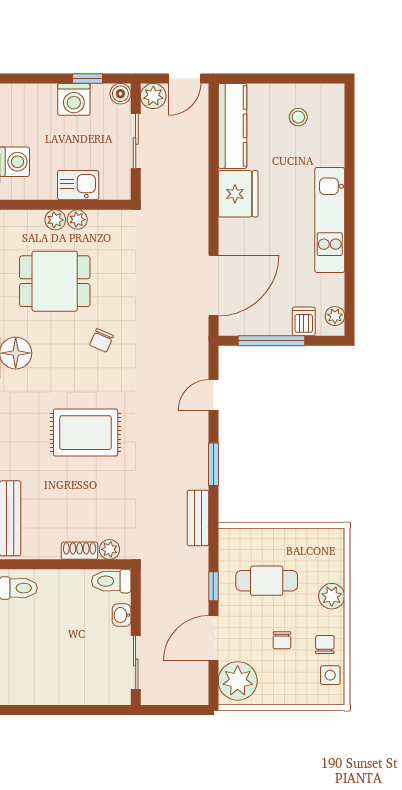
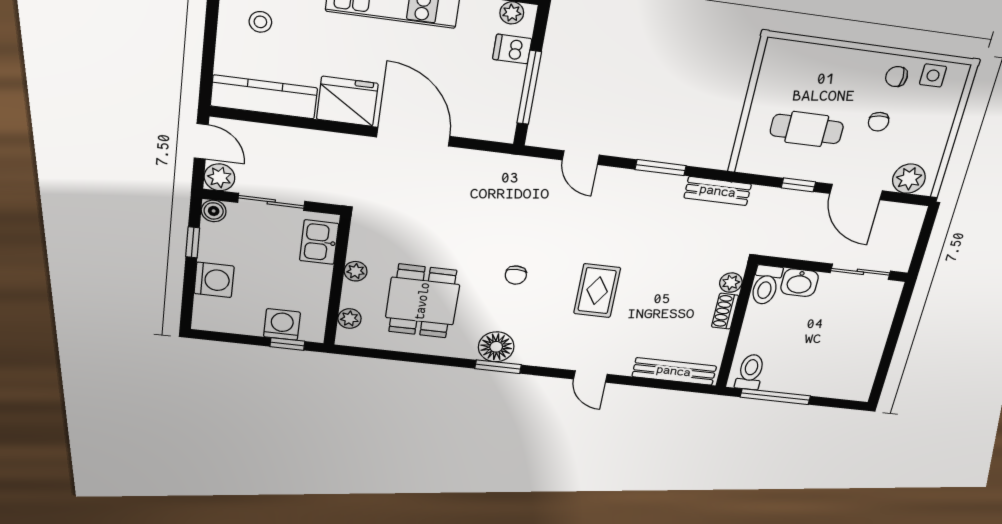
washing machine: (74, 99) -> (214, 280), moved
kitchen sink: (78, 185) -> (319, 242), moved
plant: (55, 220) -> (349, 319), moved
door: (213, 285) -> (413, 137), moved
chair: (102, 340) -> (516, 275), moved, turned 67
rug: (86, 433) -> (597, 291), width x0.73, depth x0.70
cafe table: (267, 581) -> (807, 129), turned 90
plant: (332, 596) -> (843, 62), removed
washbasin: (122, 615) -> (800, 283), width x1.38, depth x1.45
chair: (282, 640) -> (879, 122), turned 84
plant: (238, 681) -> (909, 179), width x0.73, depth x0.73

